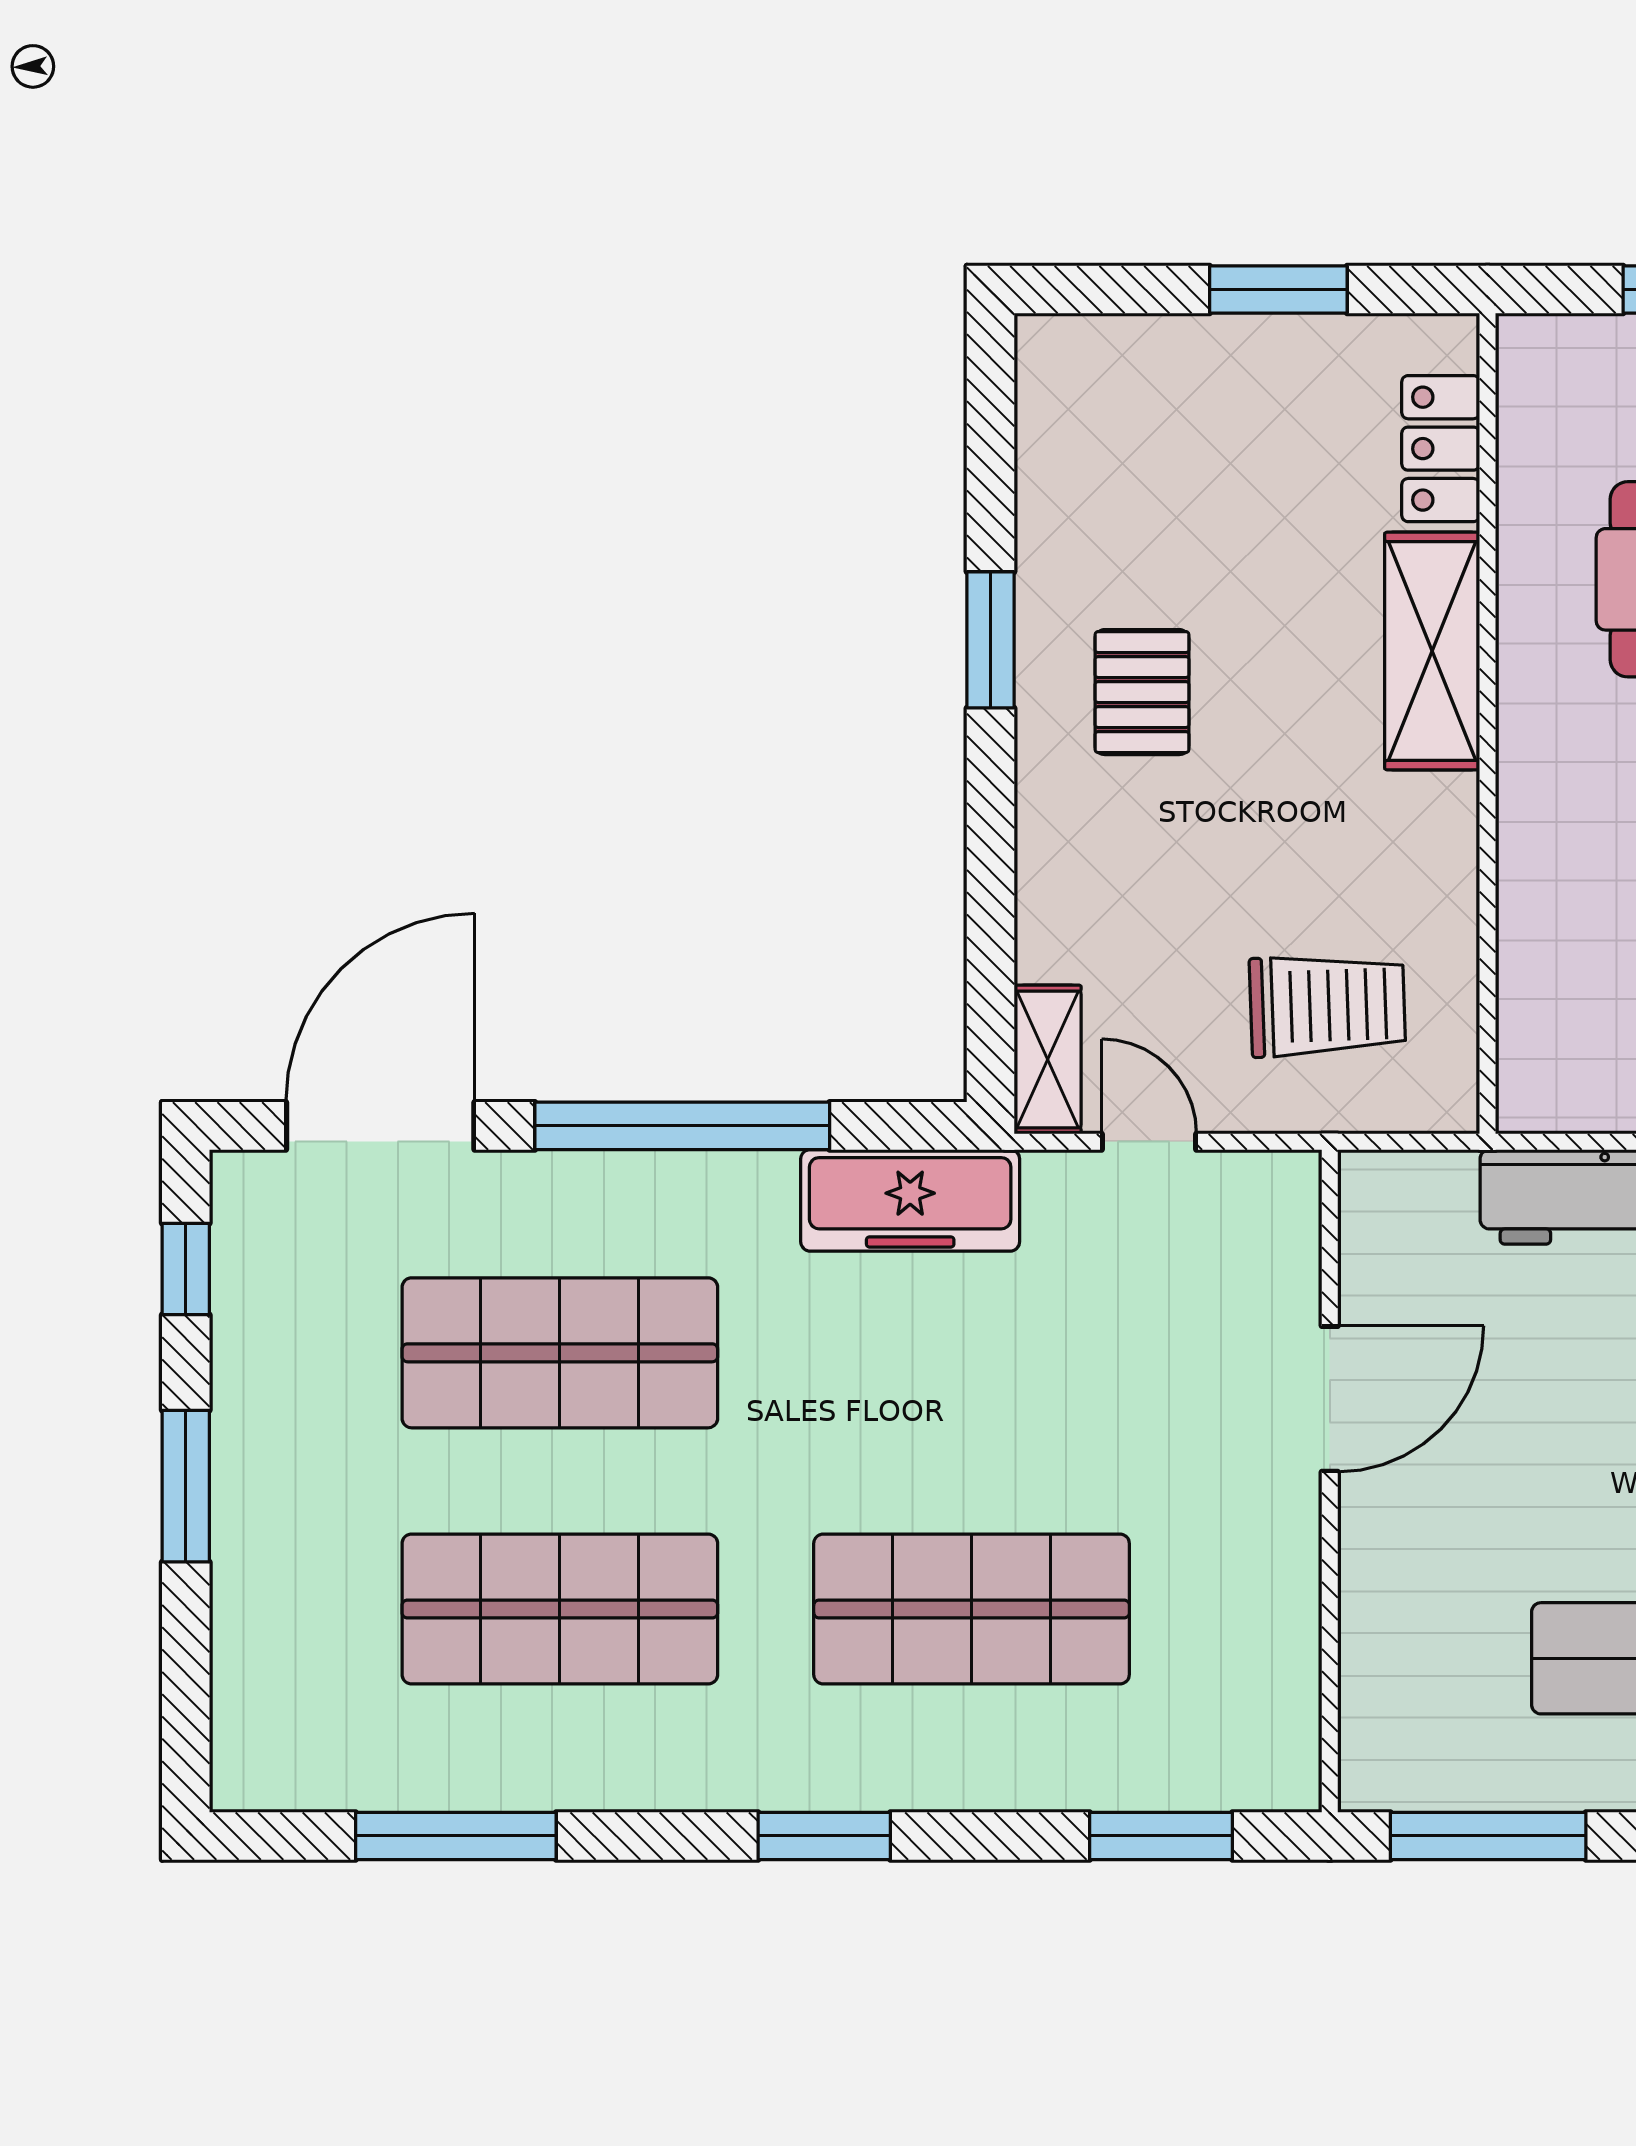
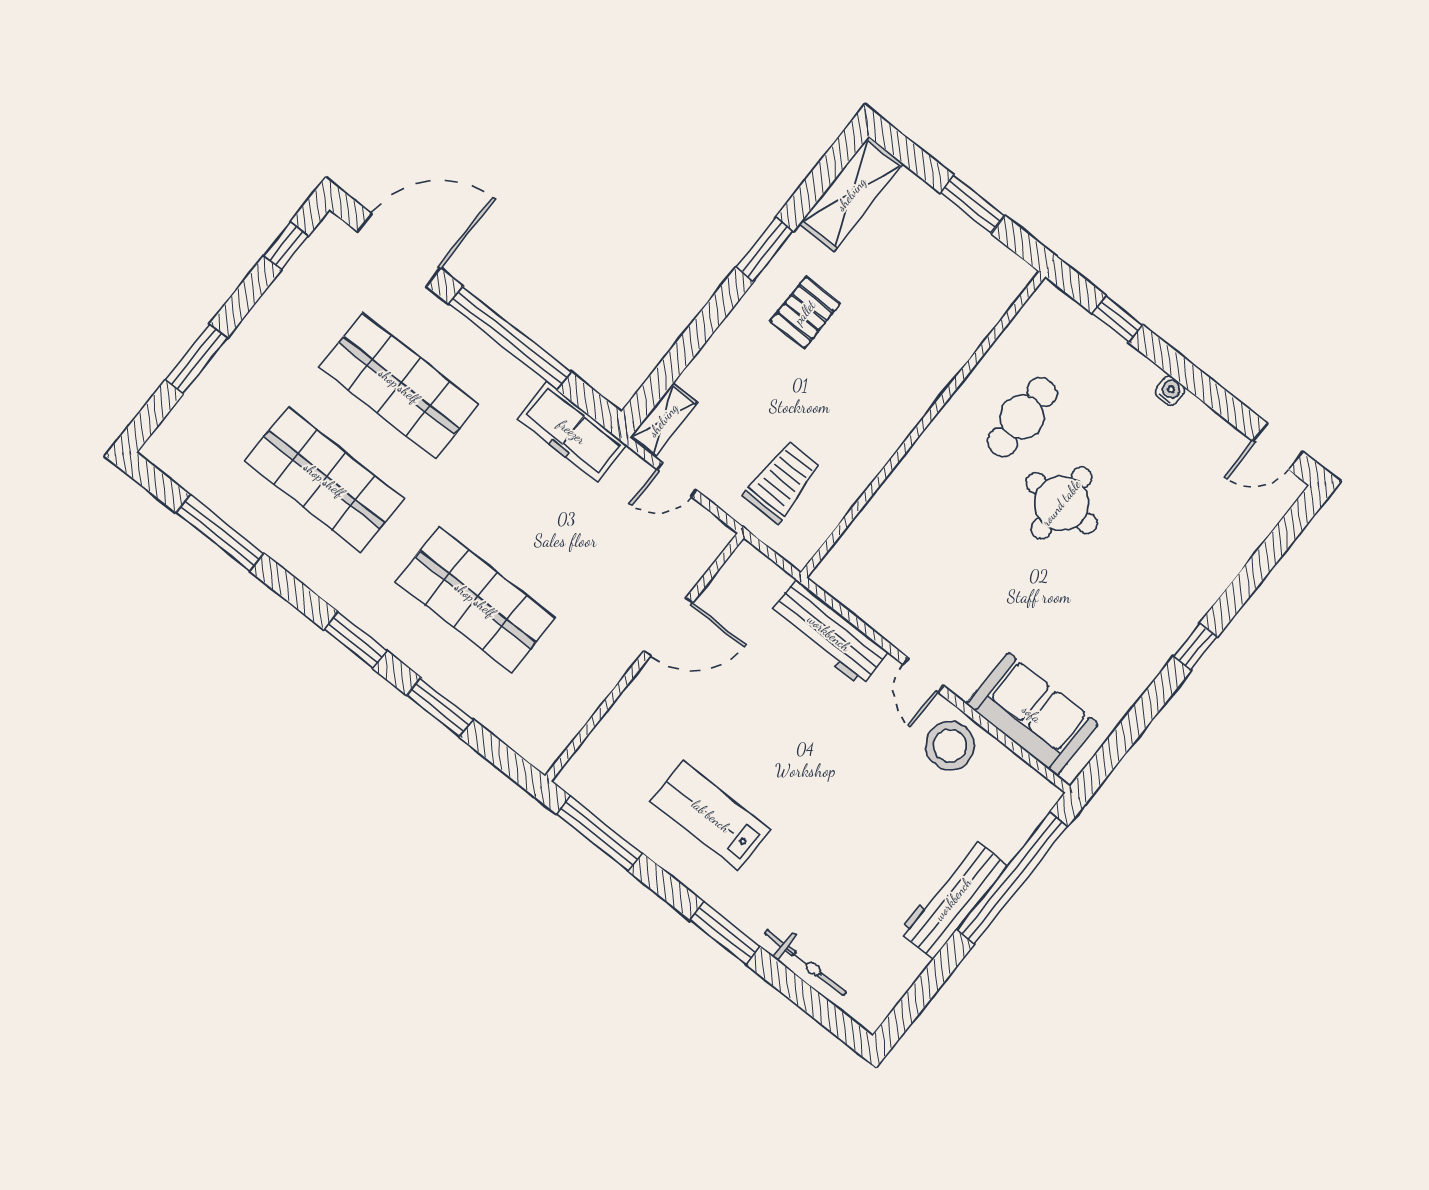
locker: (1441, 449) -> (986, 310), removed
shelving: (1432, 651) -> (851, 194), moved
trolley: (1327, 1005) -> (782, 482), turned -88
door: (1149, 1142) -> (677, 480), swing flipped
window: (186, 1486) -> (196, 359), moved
window: (1161, 1836) -> (440, 707), moved

